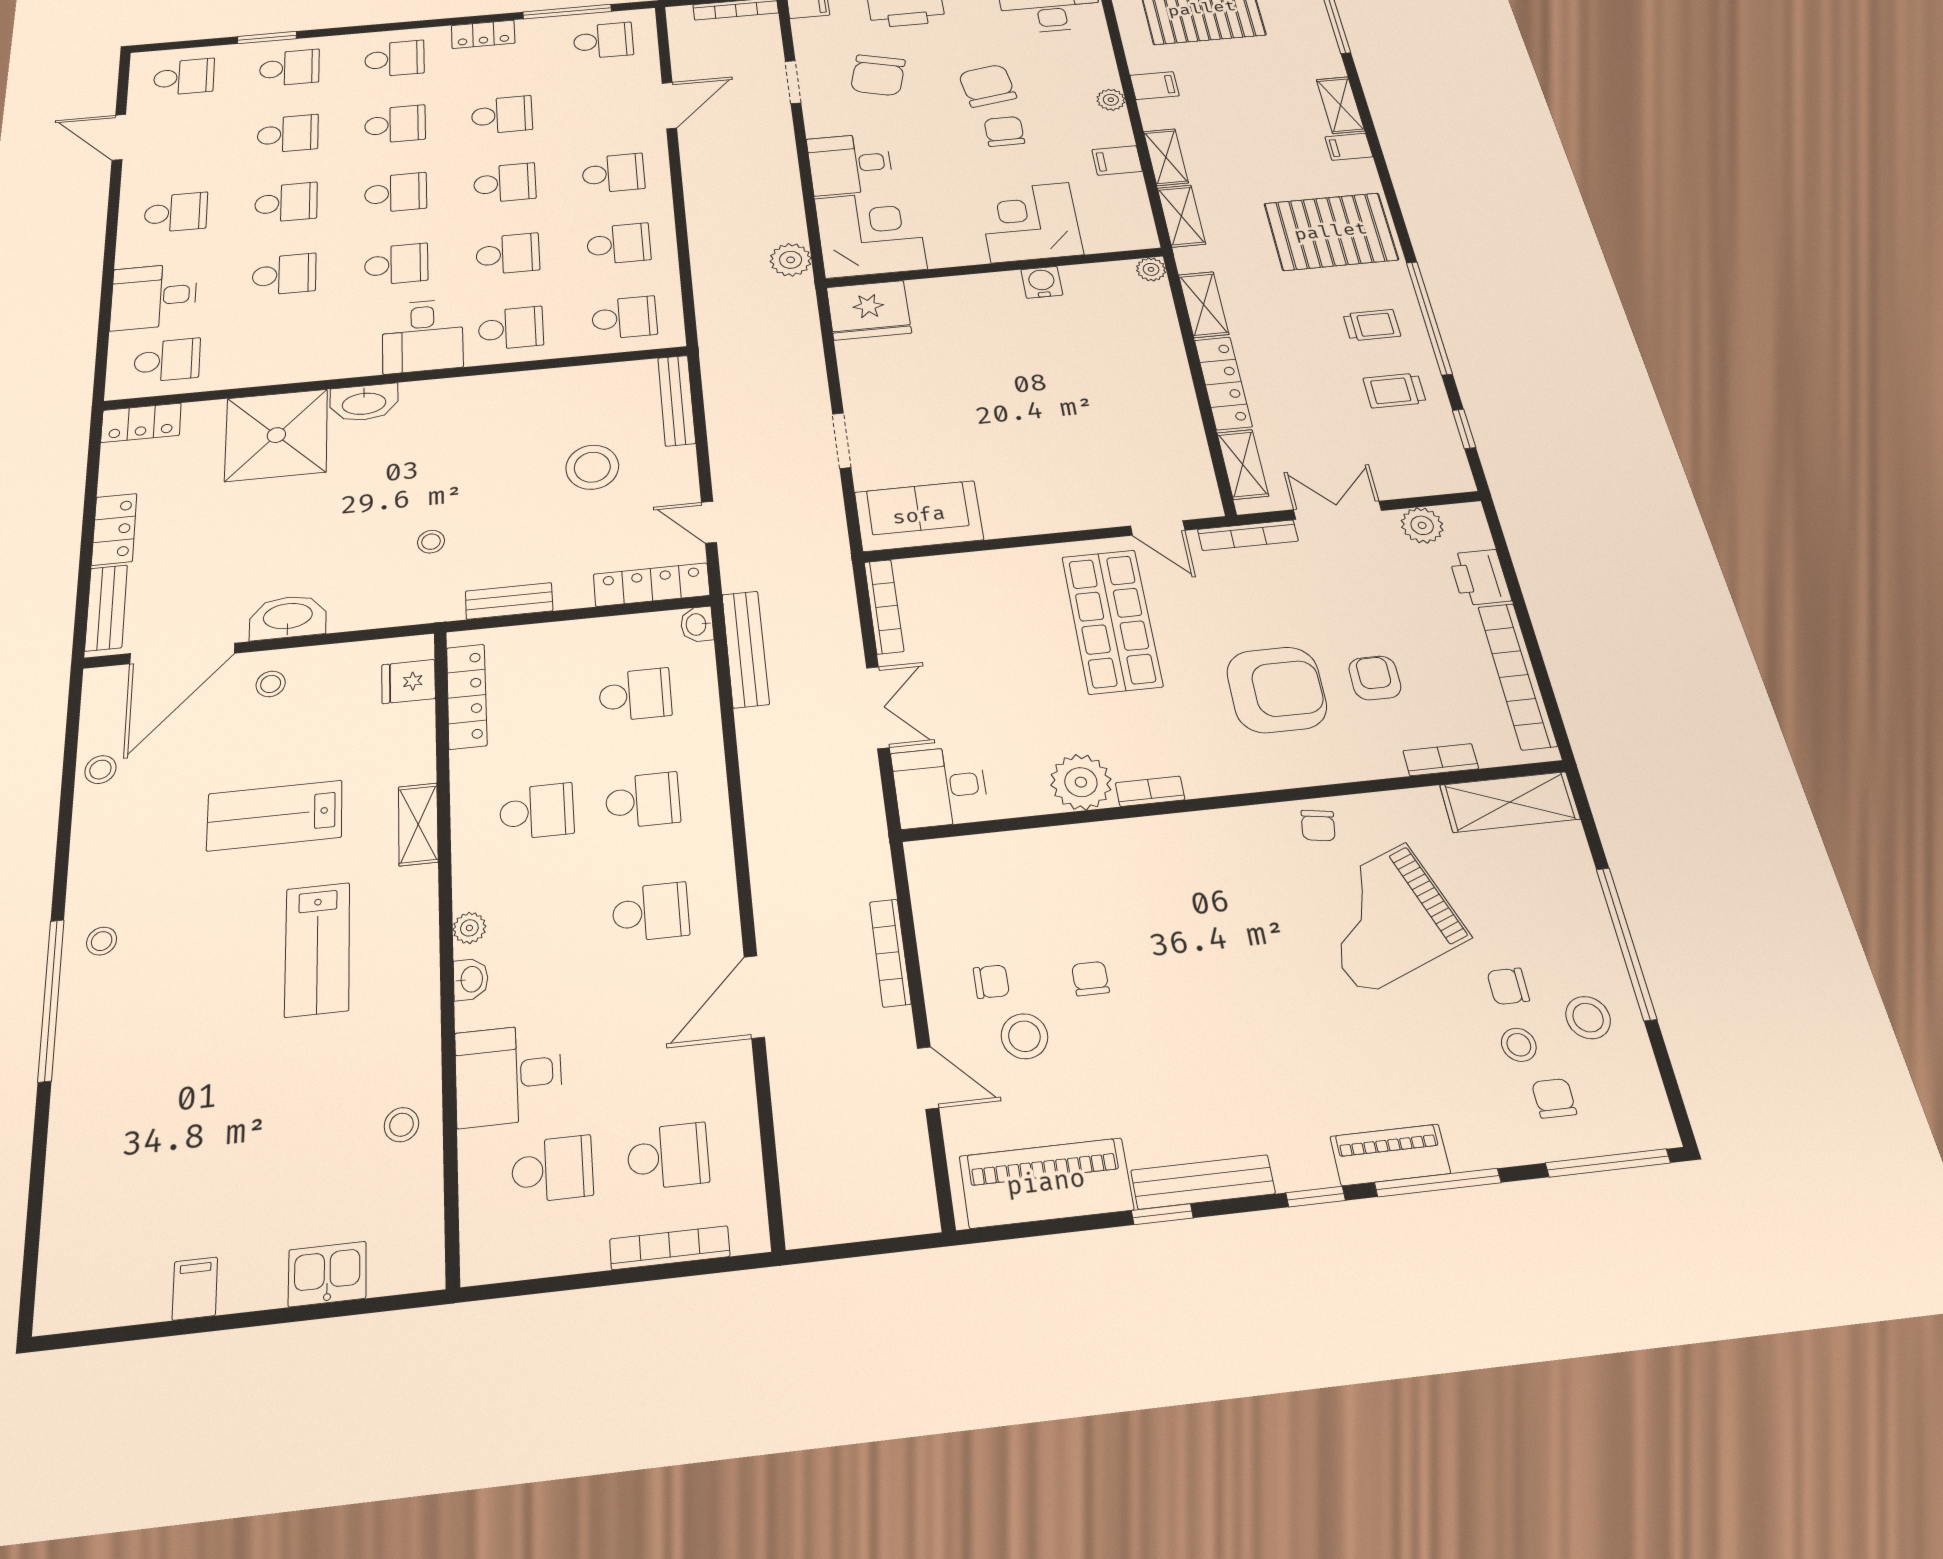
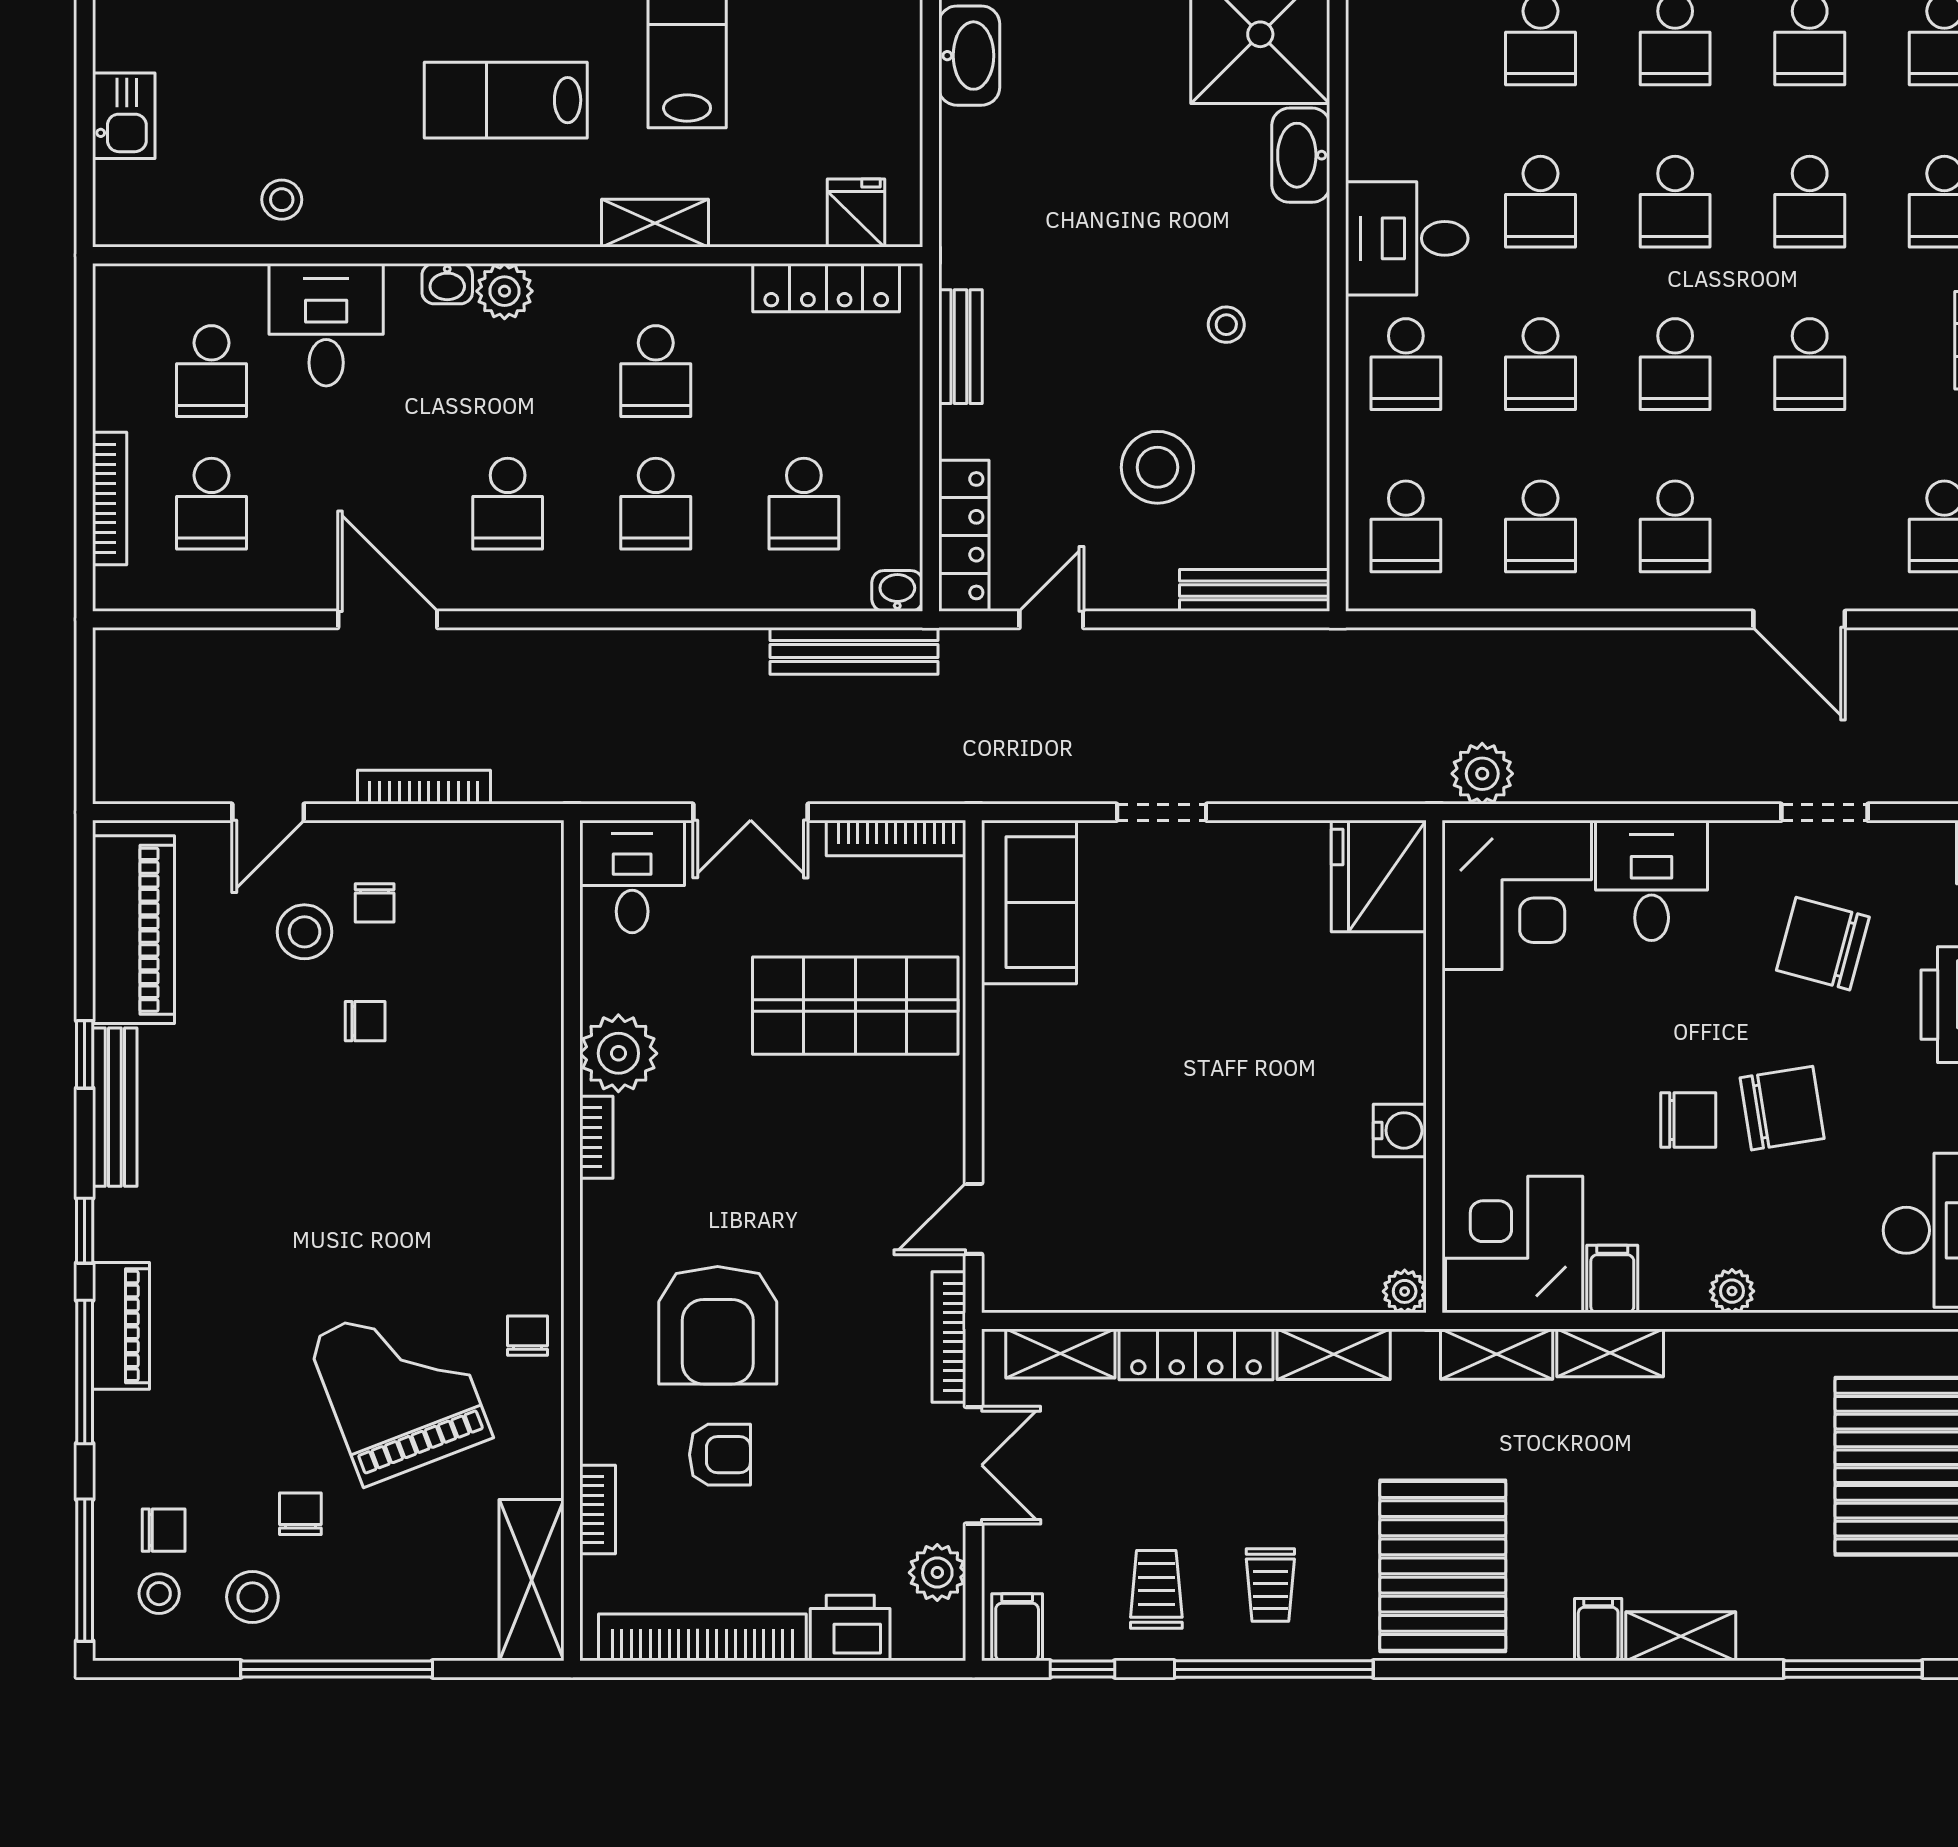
filing cabinet: (1154, 86) -> (1017, 1627), moved, turned 180
corner desk: (1030, 222) -> (1514, 1244), moved, turned -90
stool: (431, 542) -> (1226, 325), moved
shop shelf: (1112, 621) -> (855, 1006), moved
stool: (271, 684) -> (873, 35), removed
chair: (1318, 826) -> (527, 1336), turned 81
plant: (469, 928) -> (504, 291), width x1.38, depth x1.38
stool: (1519, 1045) -> (159, 1594), moved

